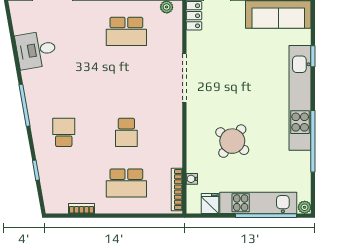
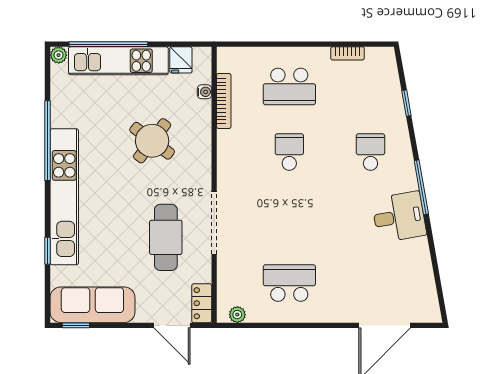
desk: (36, 50) -> (399, 217), moved
cafe table: (222, 67) -> (166, 237), added
school desk: (64, 132) -> (370, 152), turned 180
school desk: (126, 183) -> (289, 86), turned 180
bookcase: (177, 190) -> (224, 101), moved

